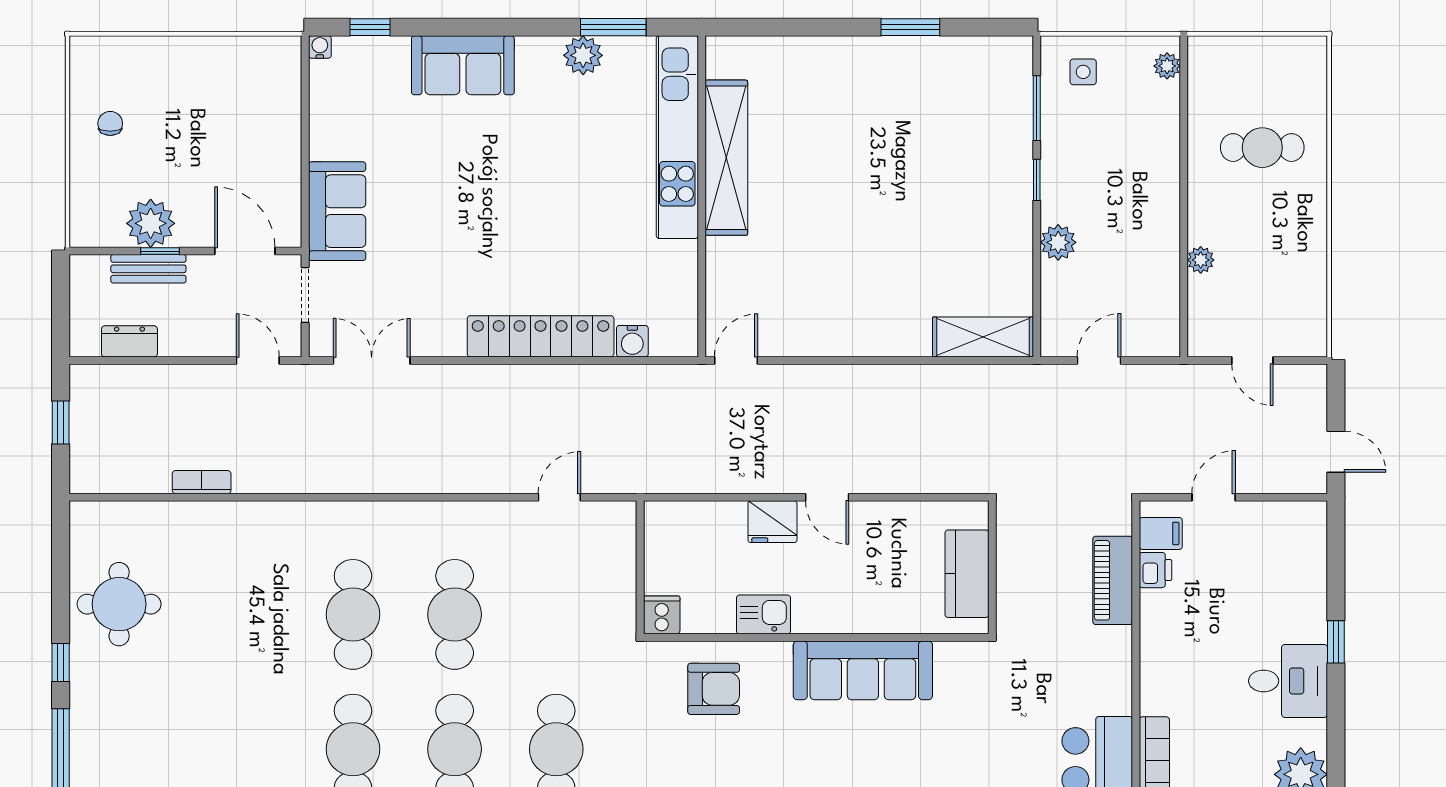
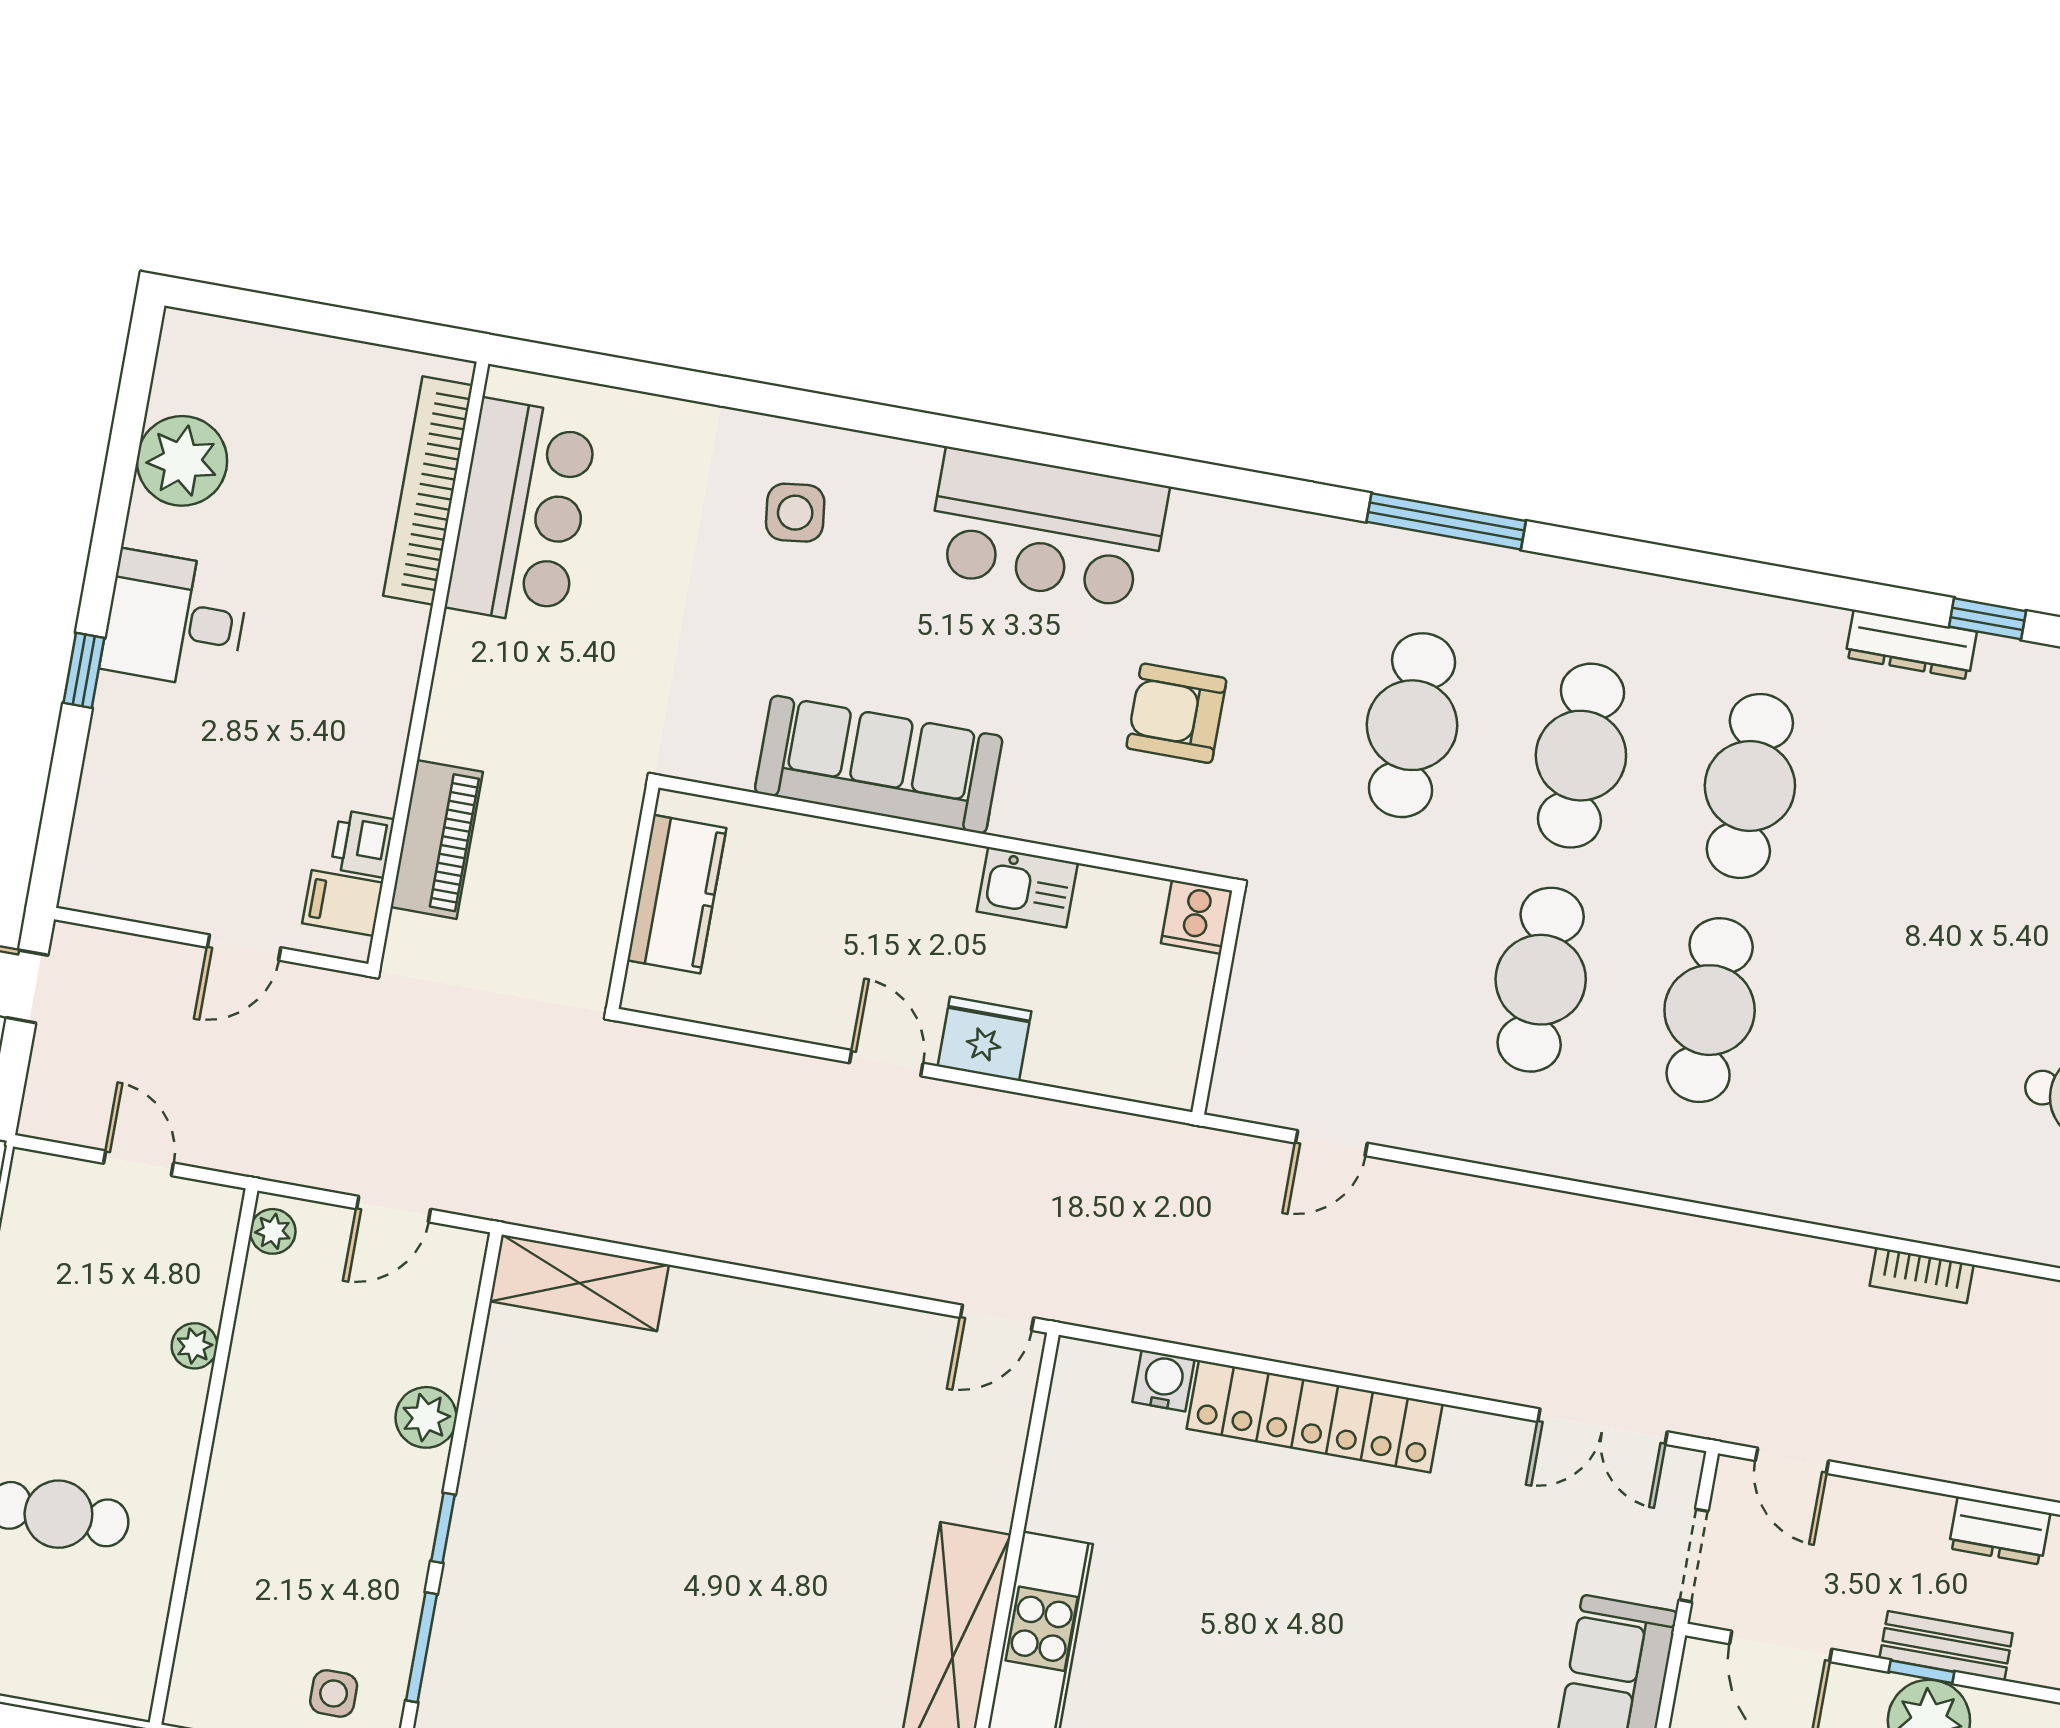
plant: (1167, 66) -> (273, 1231), moved
armchair: (714, 689) -> (1176, 713), moved

